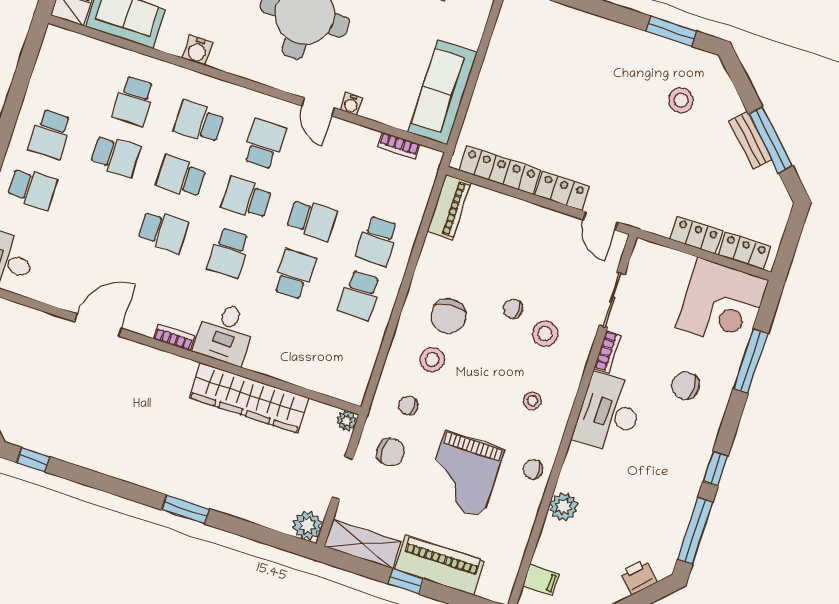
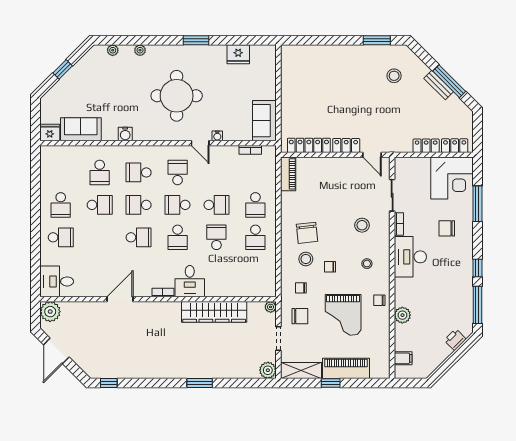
sofa: (443, 92) -> (264, 121), width x0.73
chair: (513, 309) -> (330, 267), moved

